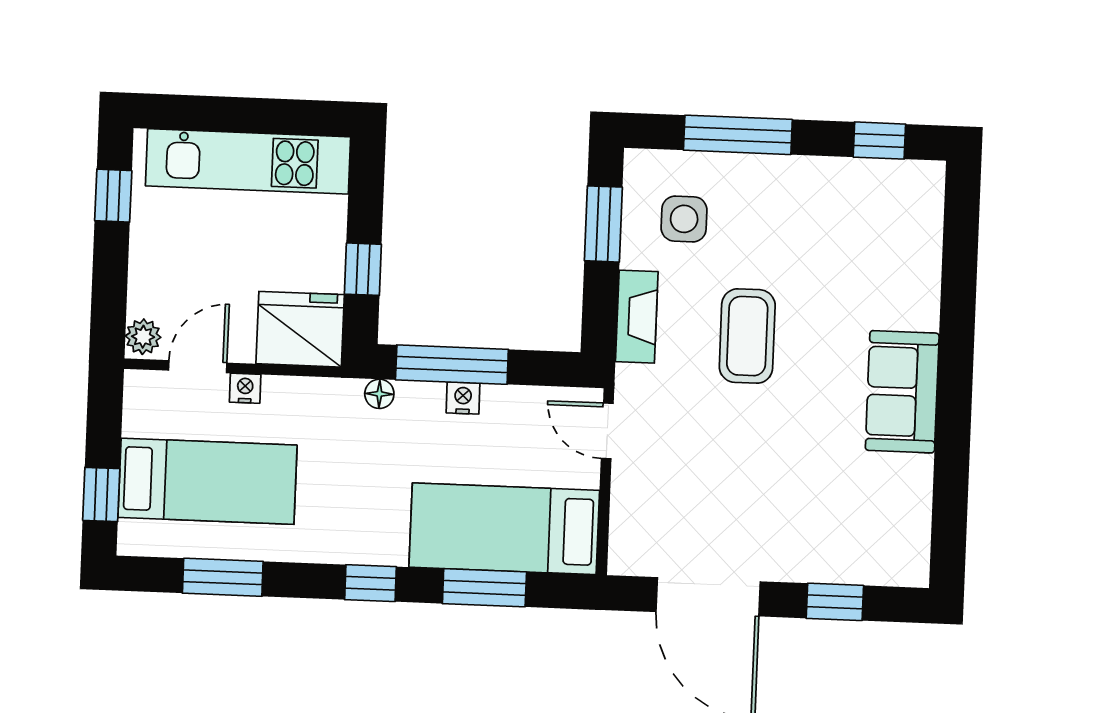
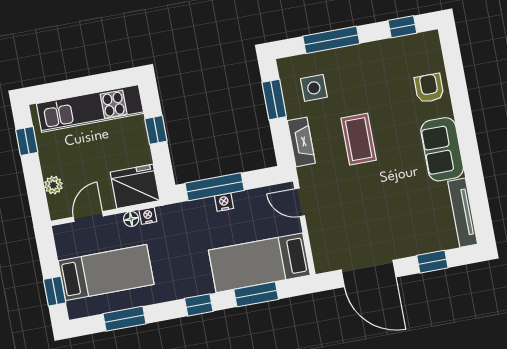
window: (363, 269) -> (156, 130), moved
armchair: (904, 269) -> (429, 88), added
plant: (143, 337) -> (53, 185), moved
nightstand: (245, 388) -> (148, 216), moved
floor lamp: (379, 394) -> (131, 219), moved
tv unit: (914, 522) -> (463, 213), added

